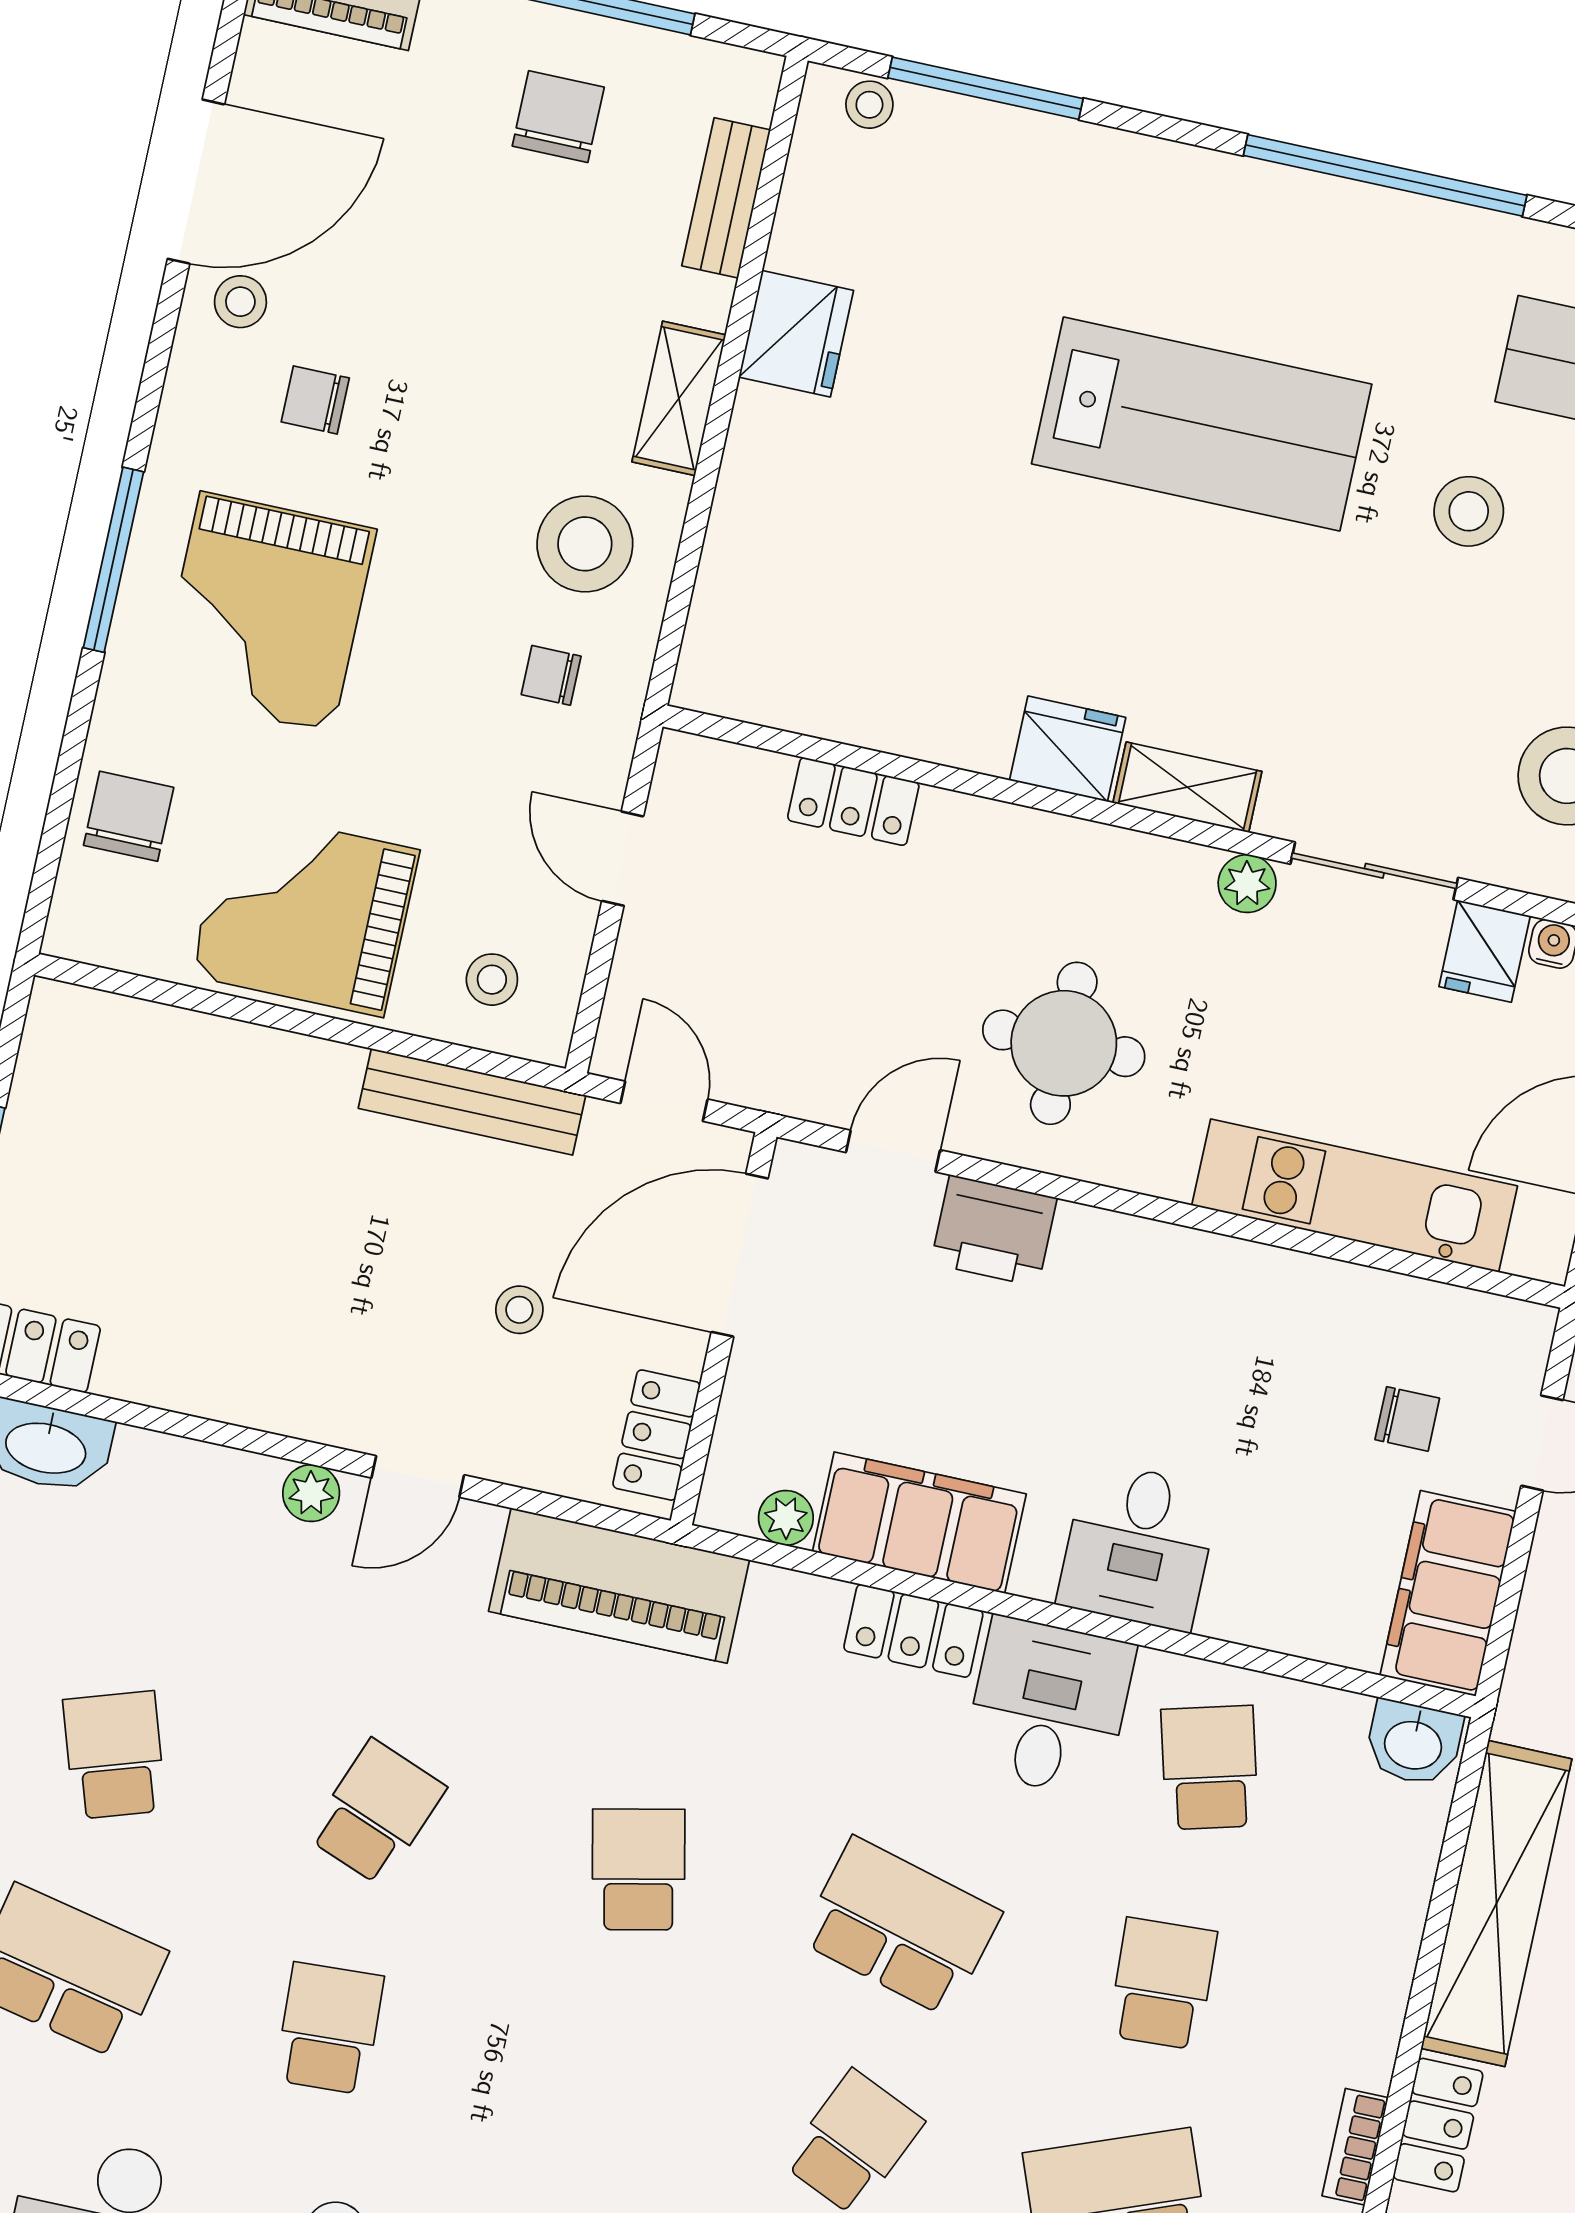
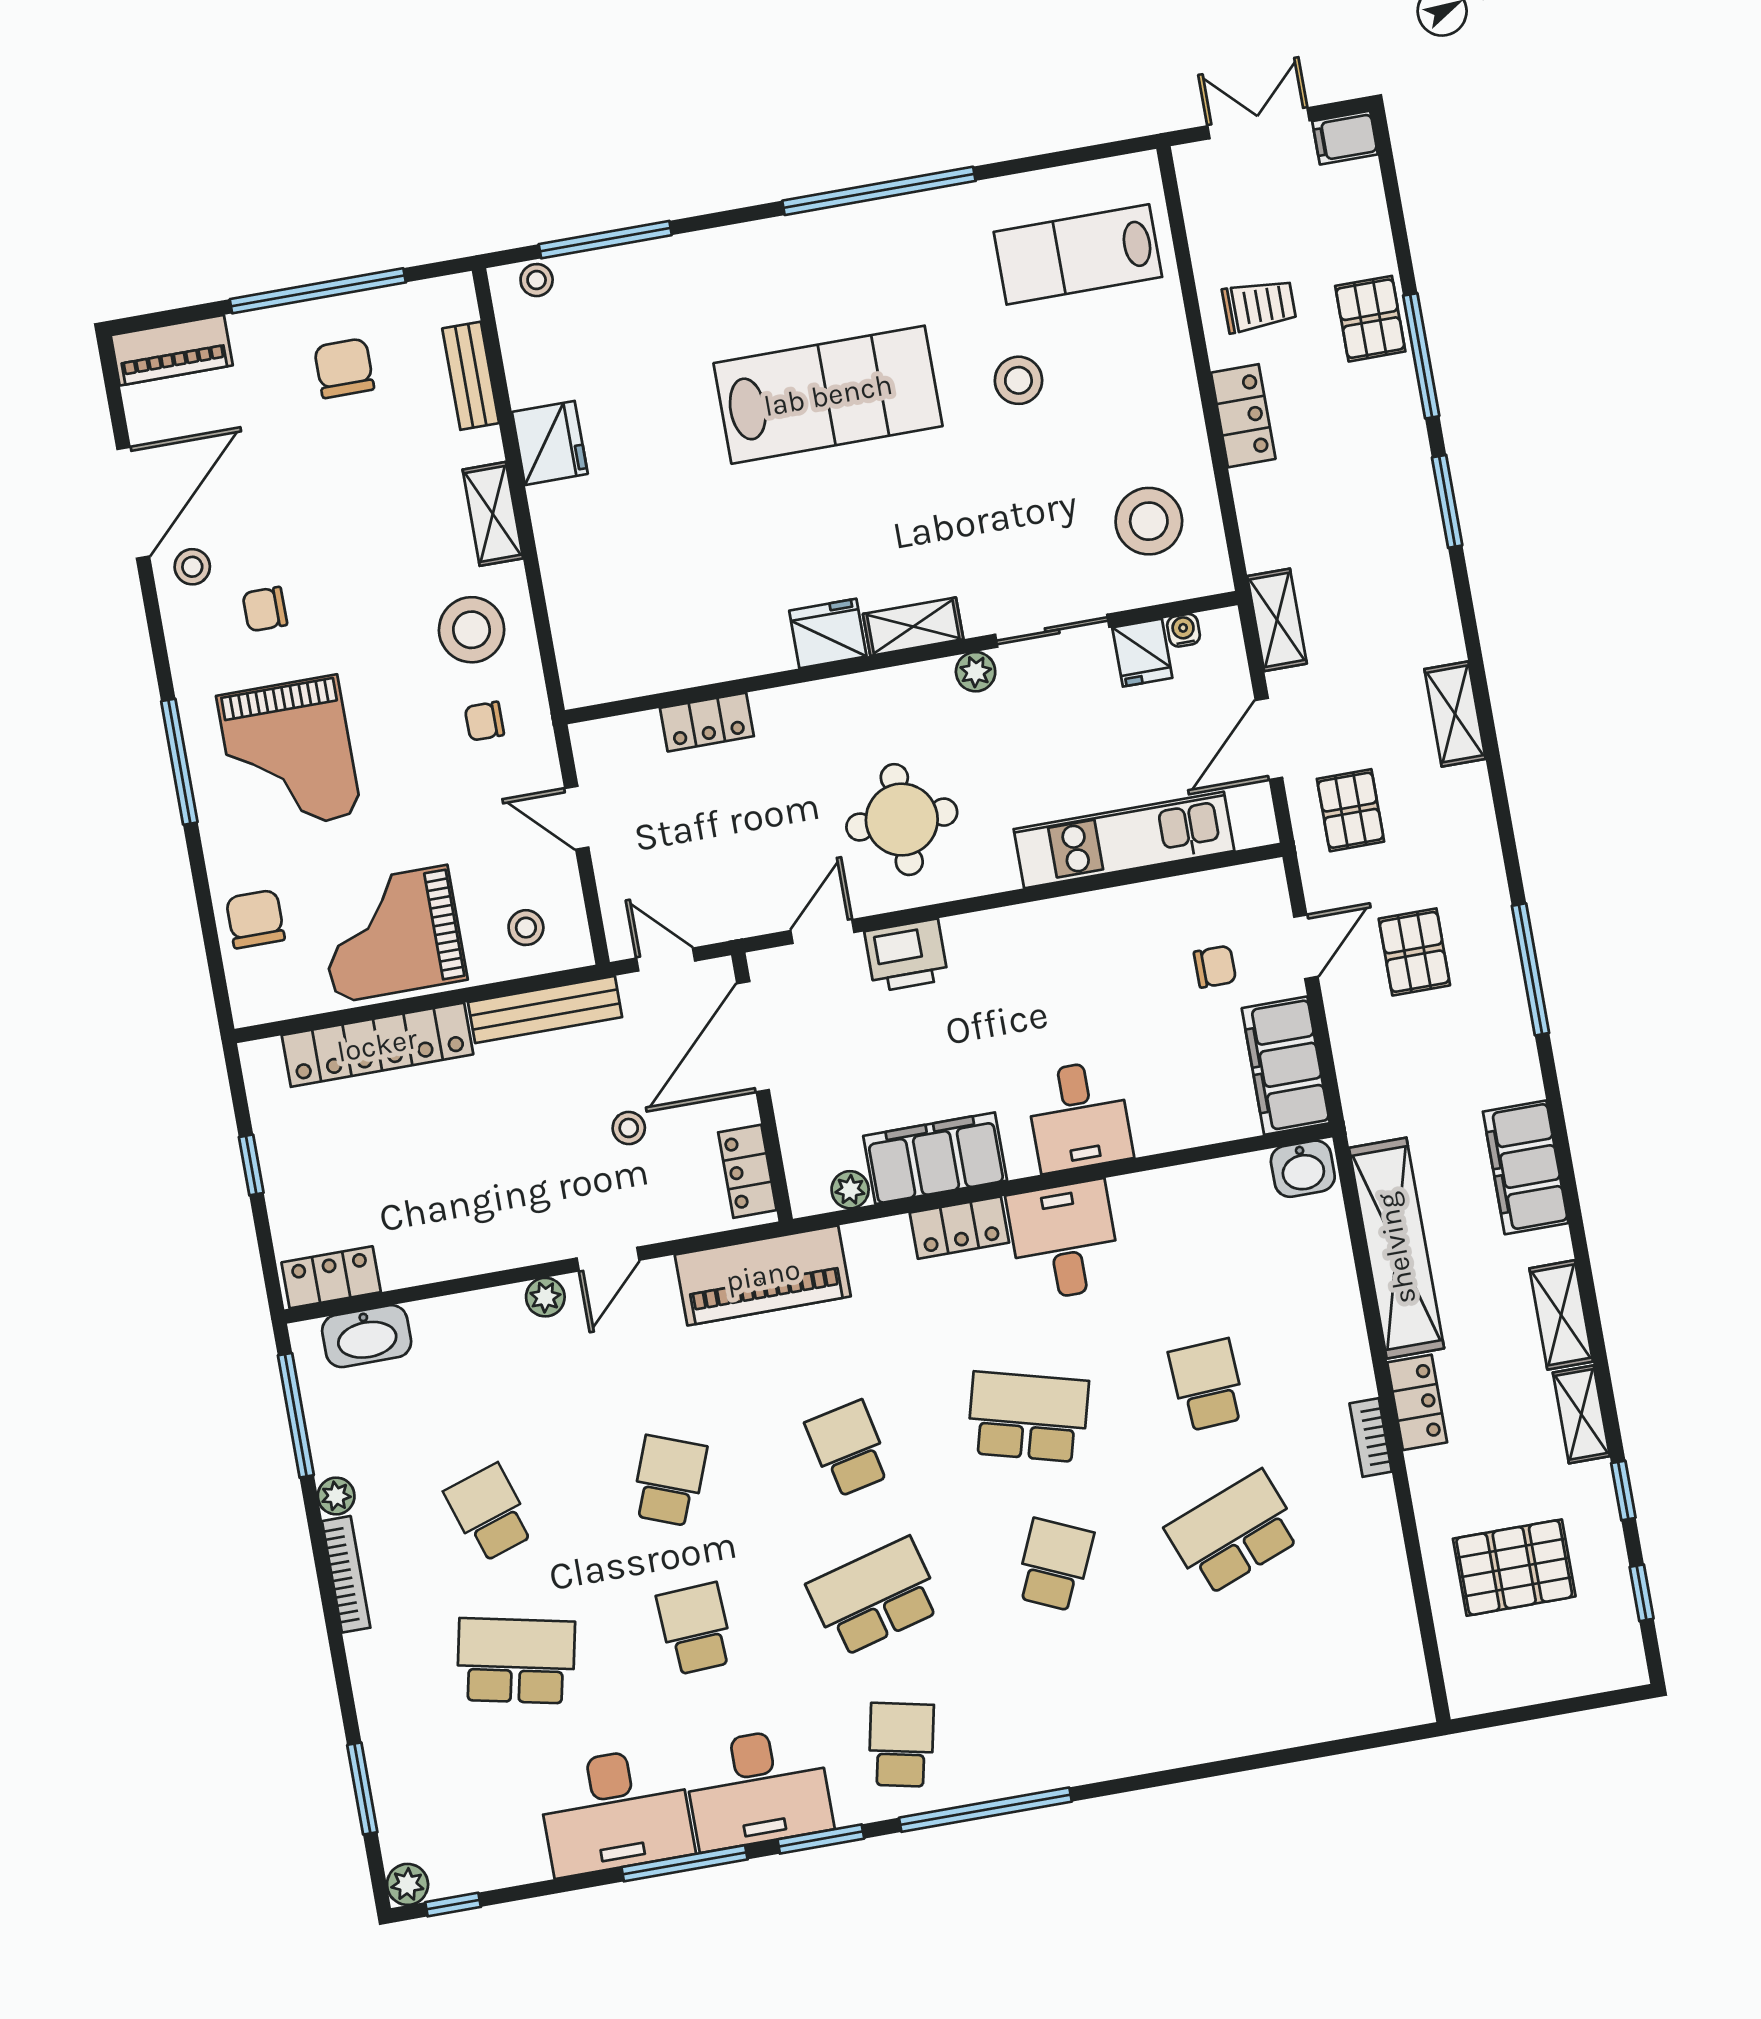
locker: (224, 1056) -> (377, 1045), added
school desk: (1210, 1768) -> (875, 1597), moved, width x1.85

